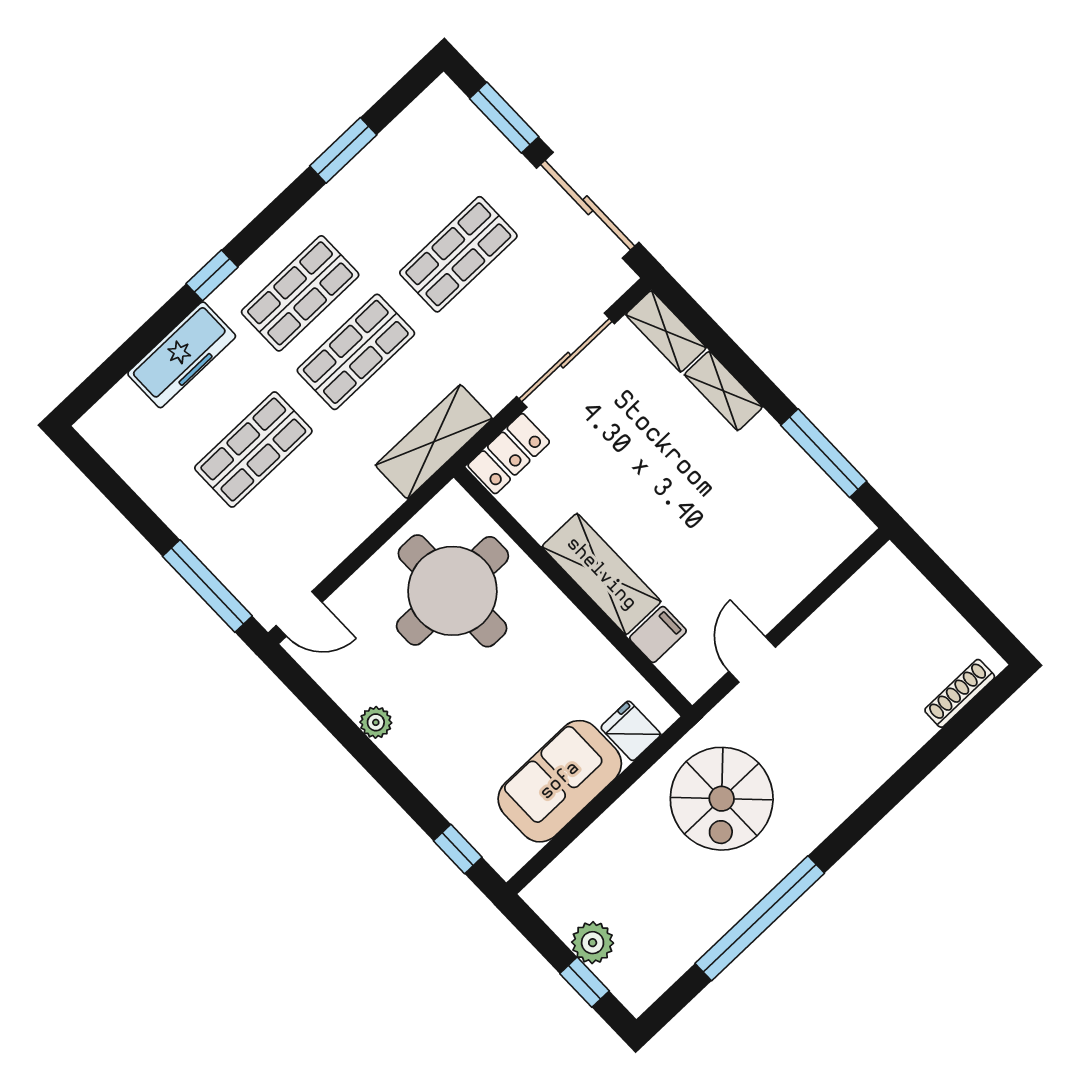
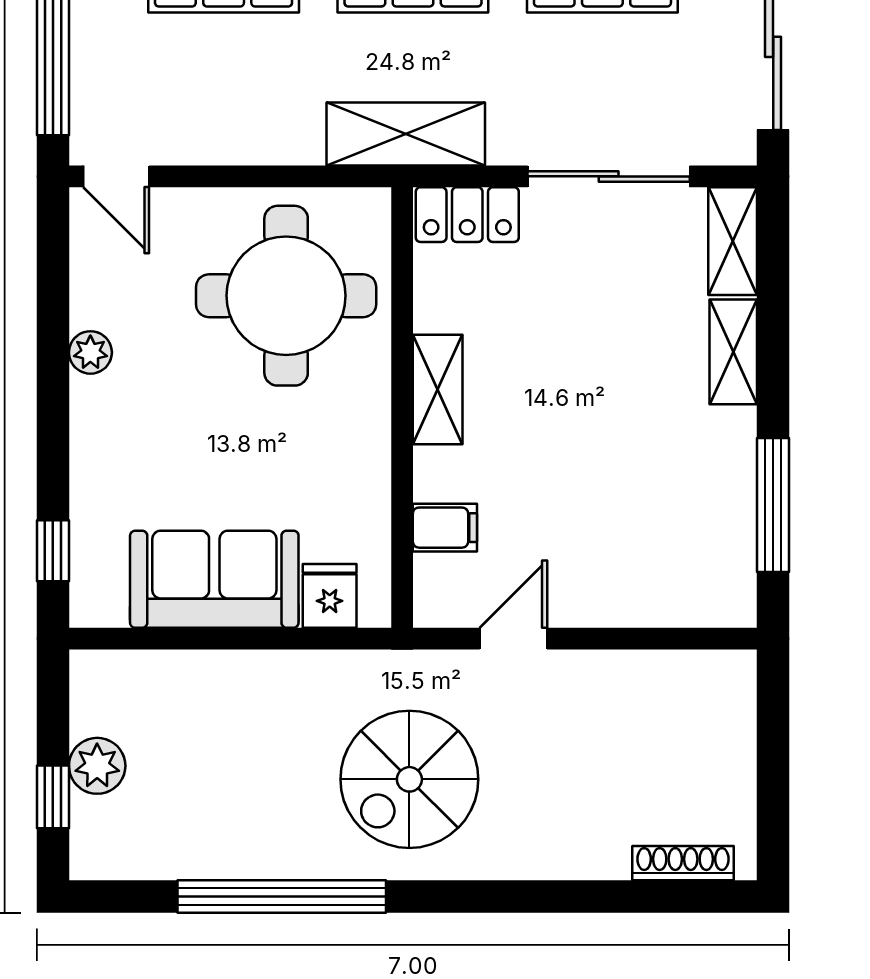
shelving: (601, 574) -> (438, 389), width x0.67, depth x0.75
spiral stairs: (722, 799) -> (409, 779), moved

